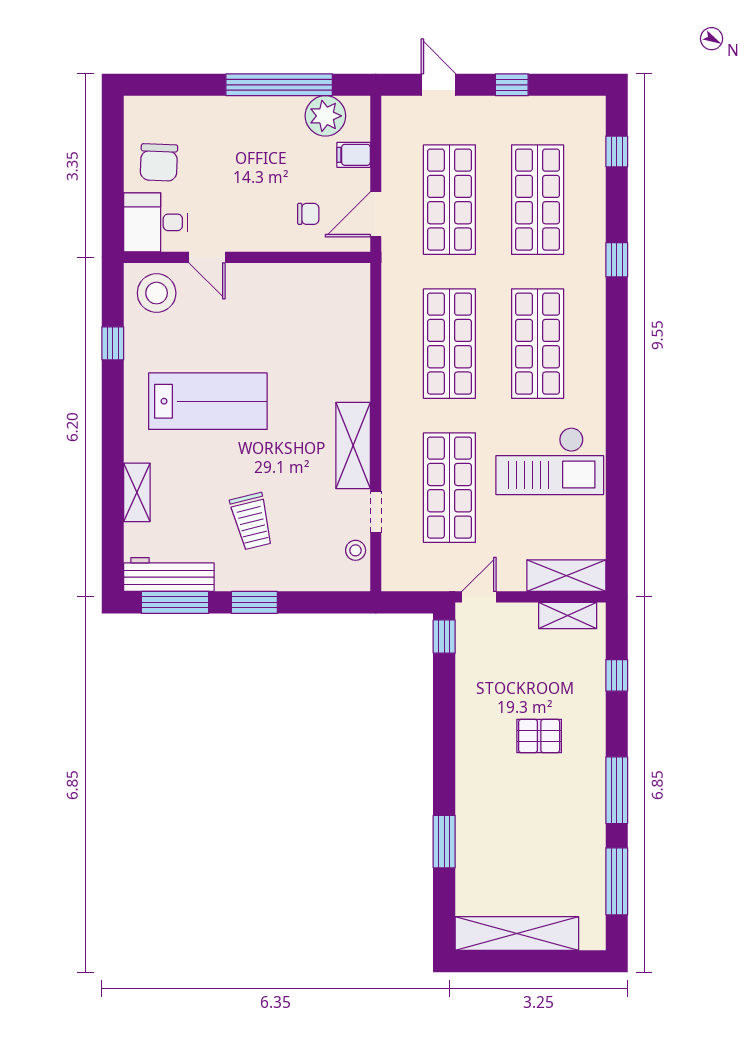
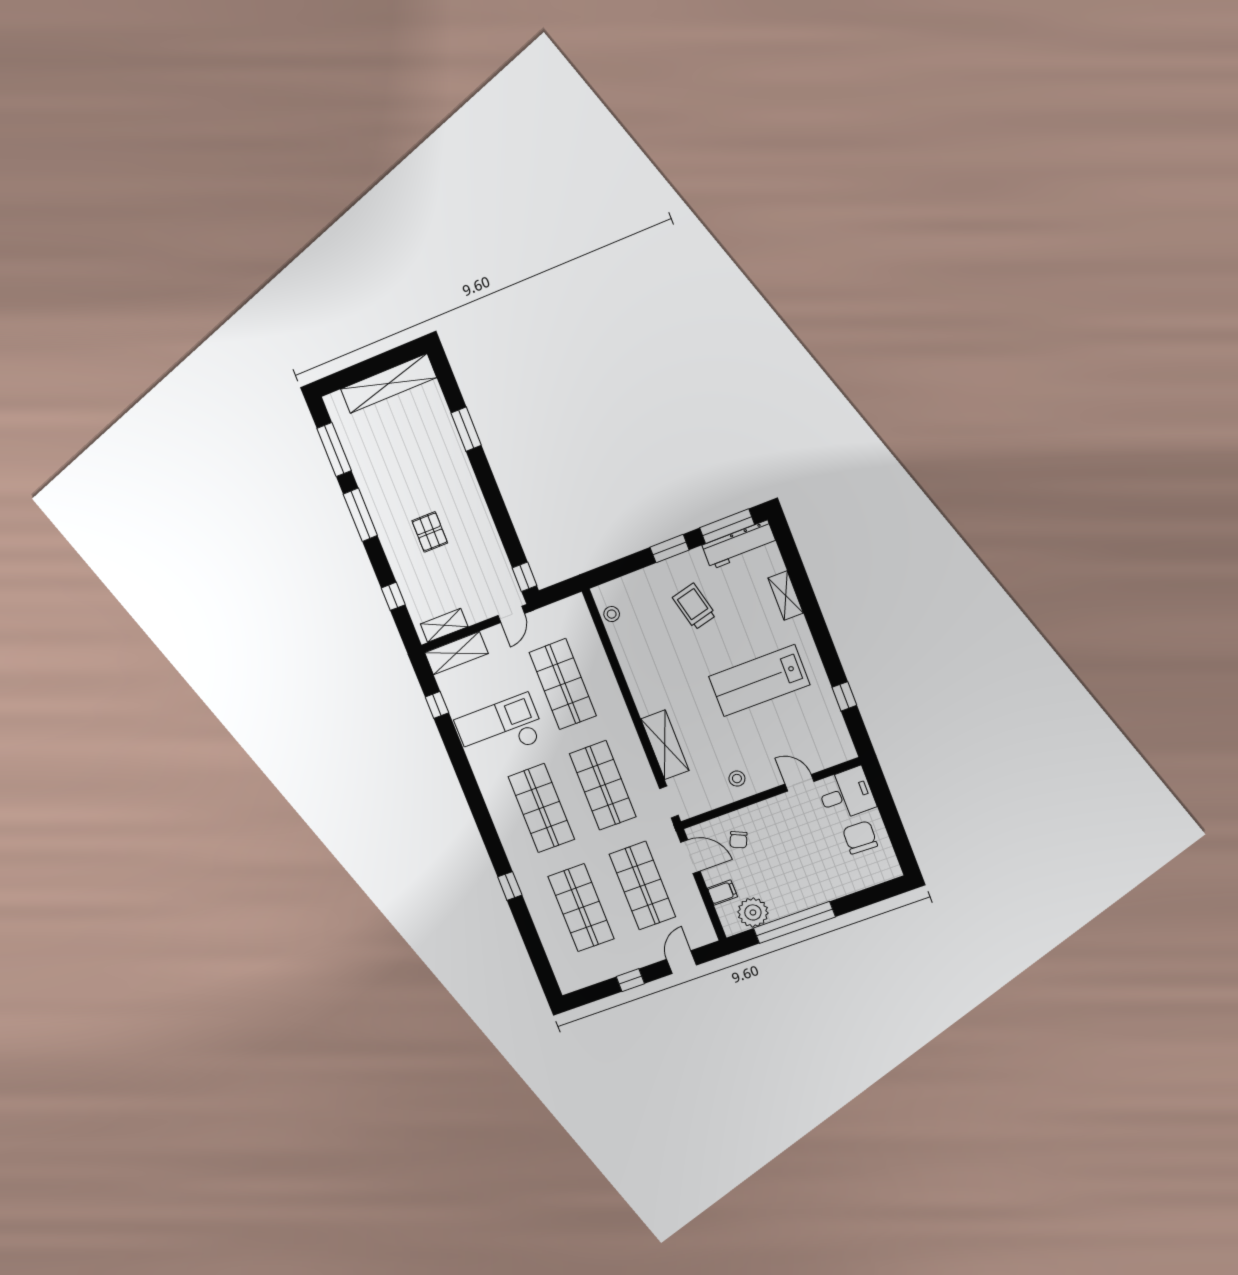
door: (439, 85) -> (681, 962), swing flipped
window: (617, 151) -> (437, 705), moved
chair: (308, 214) -> (738, 840), turned -66
door: (376, 214) -> (690, 857), hinge flipped
stool: (157, 293) -> (737, 779), moved, width x0.53, depth x0.53
shelving: (353, 445) -> (665, 745), moved
doorway: (376, 512) -> (669, 802), moved
pallet: (539, 736) -> (430, 532), turned 90

